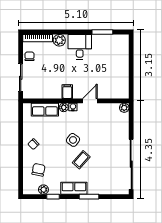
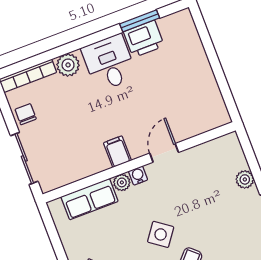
printer: (101, 42) -> (144, 39), added
plant: (124, 108) -> (245, 179), moved

